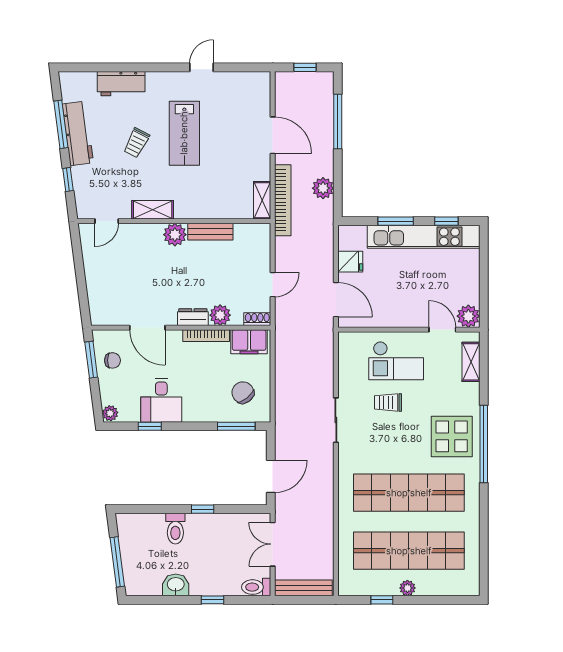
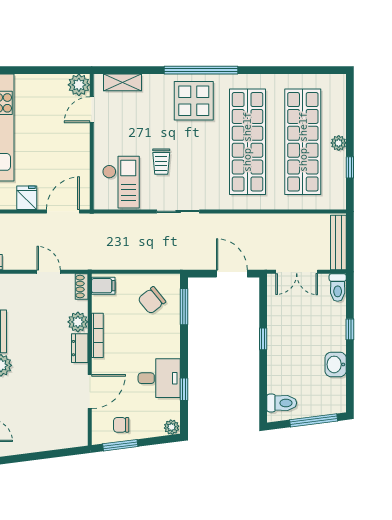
filing cabinet: (249, 342) -> (103, 286), width x0.50
chair: (113, 360) -> (121, 425), turned -90
checkout: (396, 361) -> (121, 182), moved
toilet: (175, 529) -> (282, 403), moved

